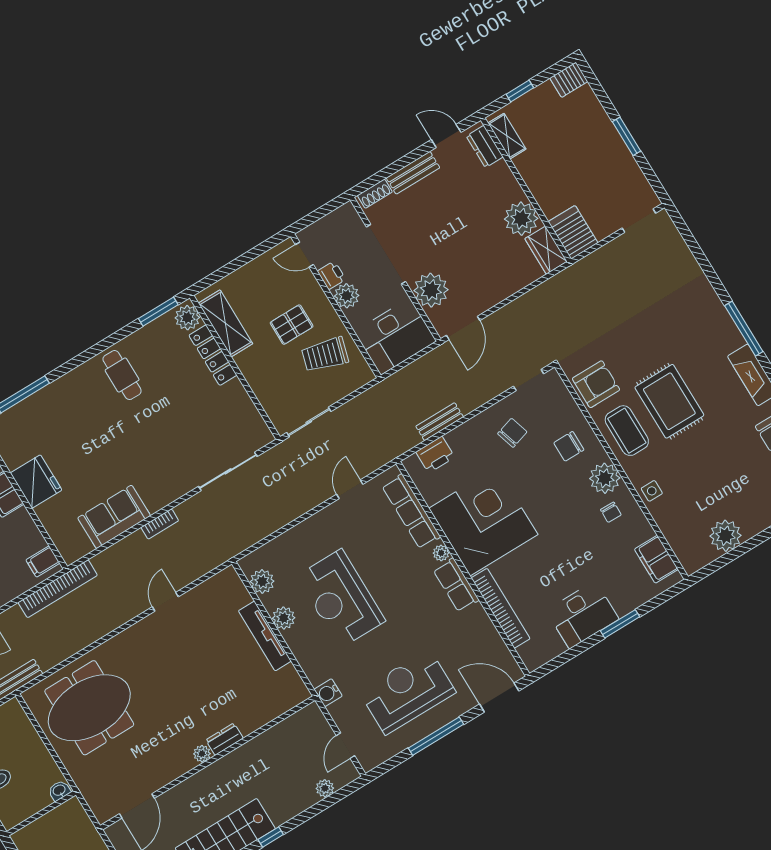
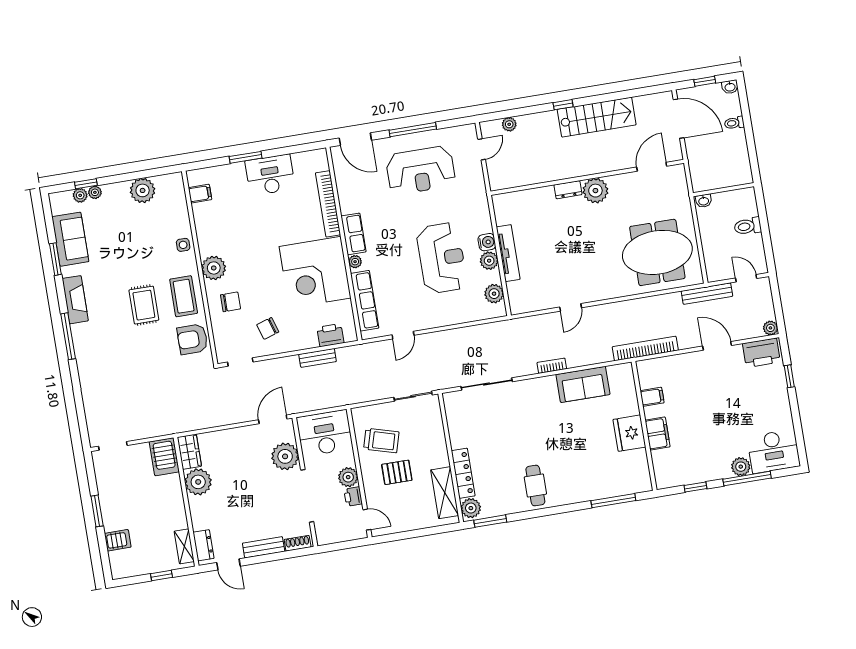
server rack: (569, 80) -> (118, 540), moved
rug: (669, 401) -> (144, 305), width x0.73, depth x0.70
chair: (611, 512) -> (219, 241), removed
filing cabinet: (656, 559) -> (200, 194), width x0.50
filing cabinet: (43, 561) -> (652, 397), moved
water cooler: (328, 693) -> (487, 242), moved
plant: (202, 754) -> (595, 191), width x1.88, depth x1.88

